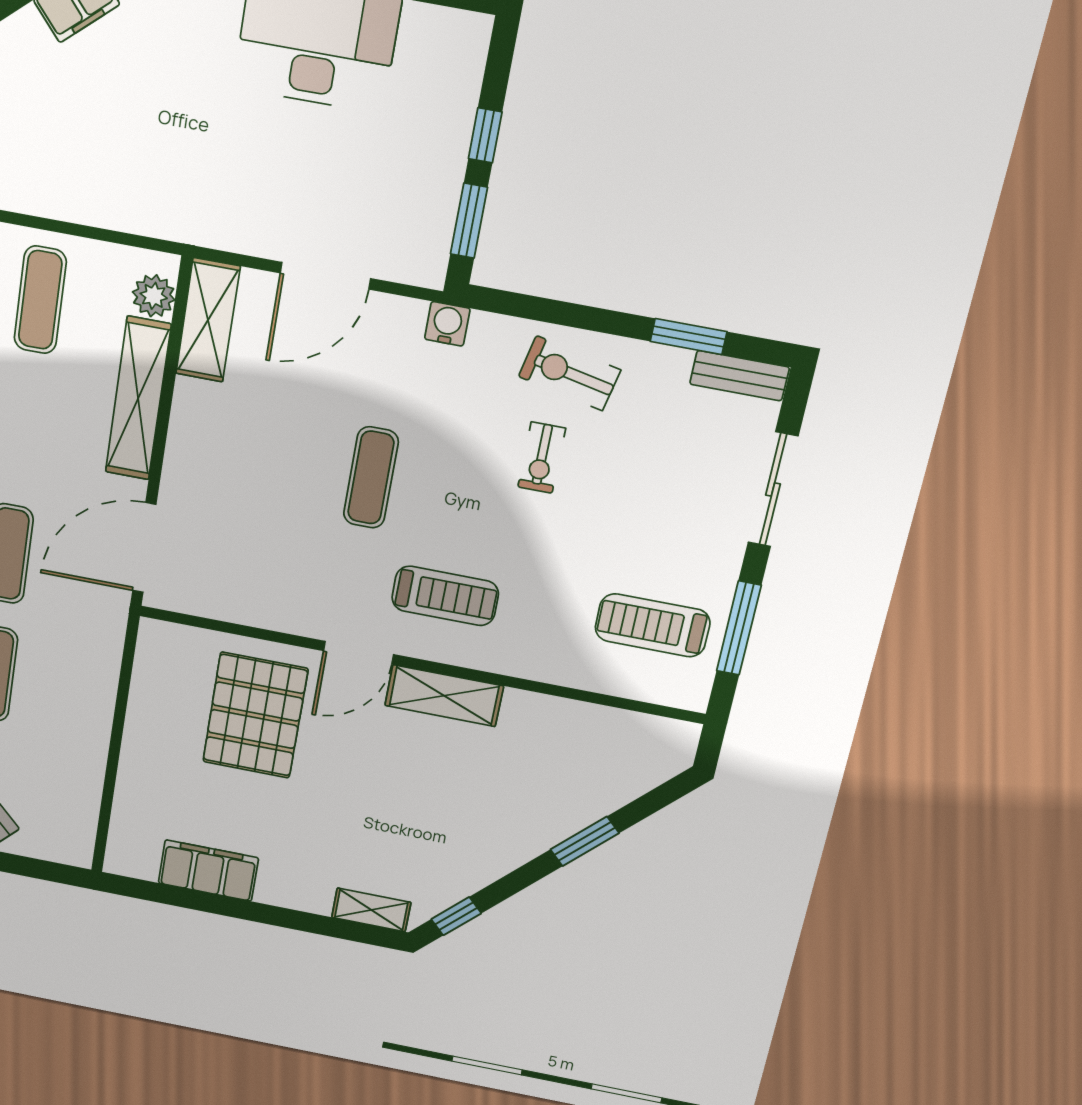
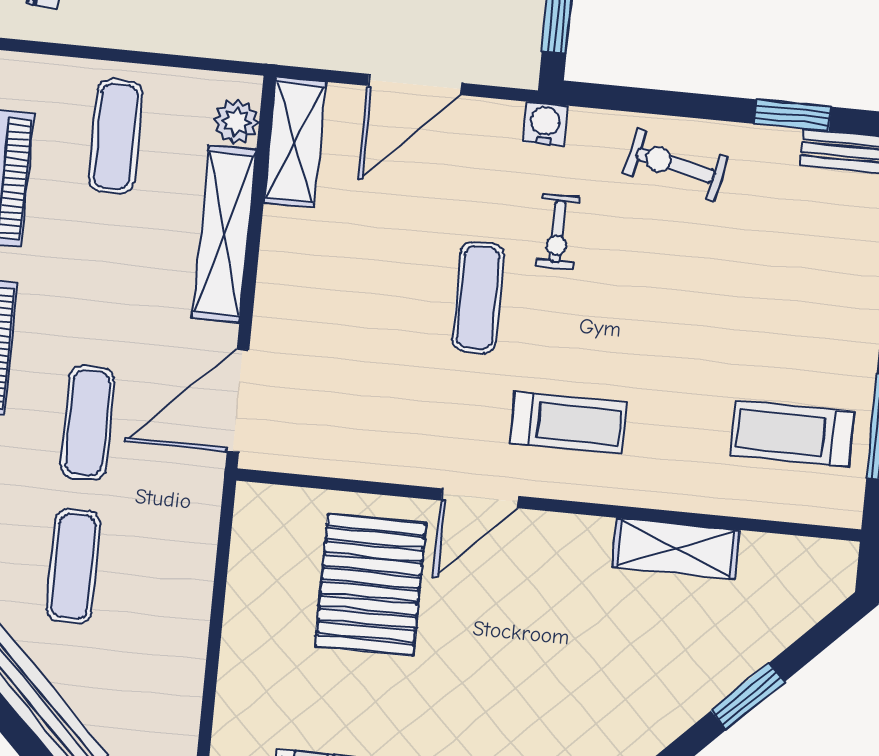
exercise bike: (542, 458) -> (558, 232), moved
shelving: (444, 696) -> (676, 549), moved

